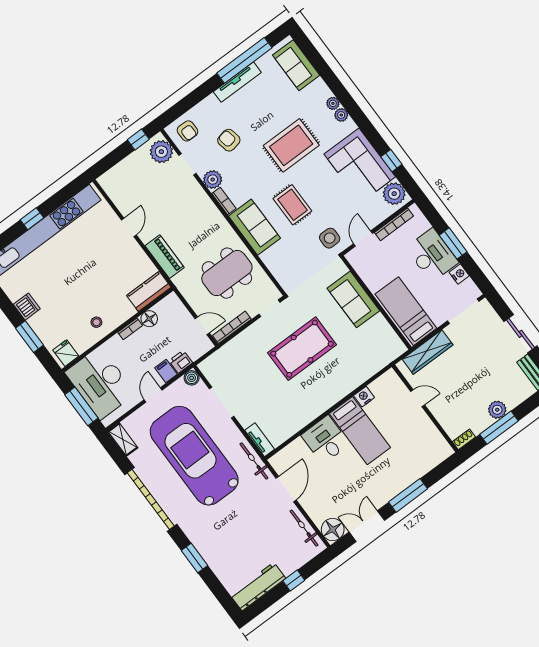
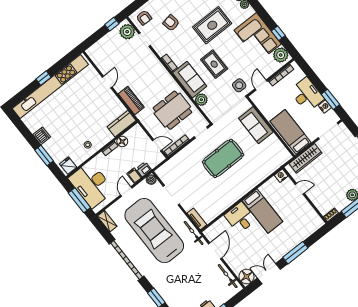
plant: (213, 180) -> (201, 100), moved
window: (453, 243) -> (330, 99), moved
nightstand: (364, 397) -> (281, 176), moved

